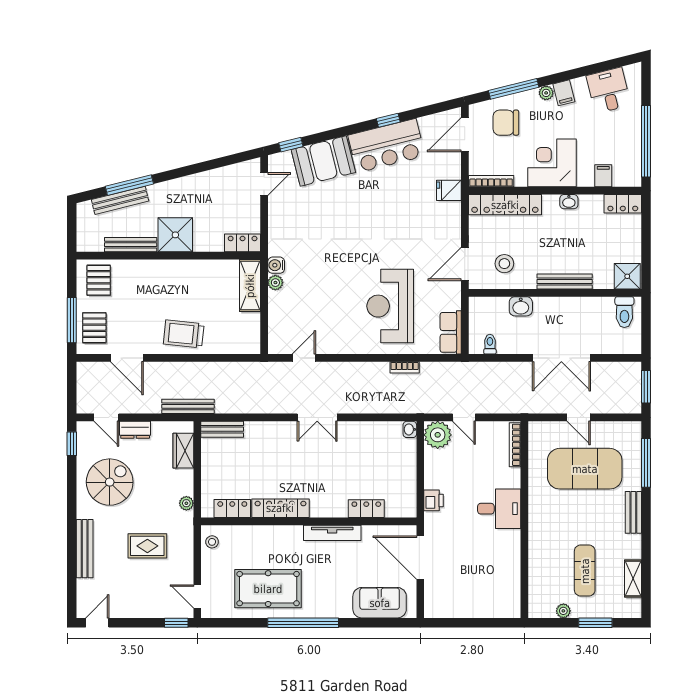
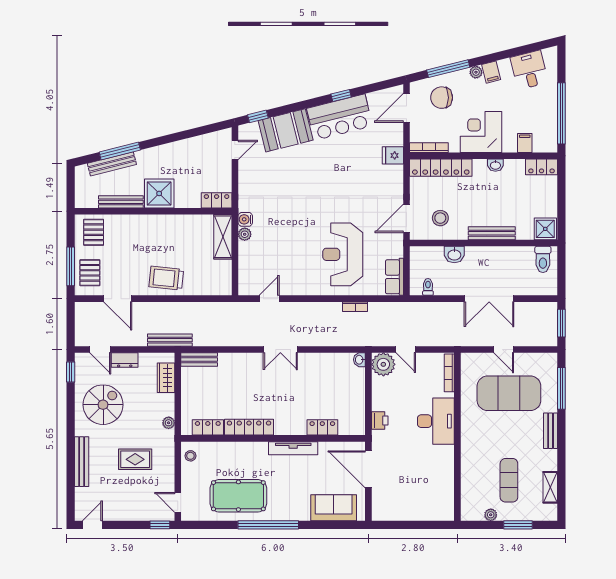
desk: (499, 509) -> (436, 421), width x1.37

